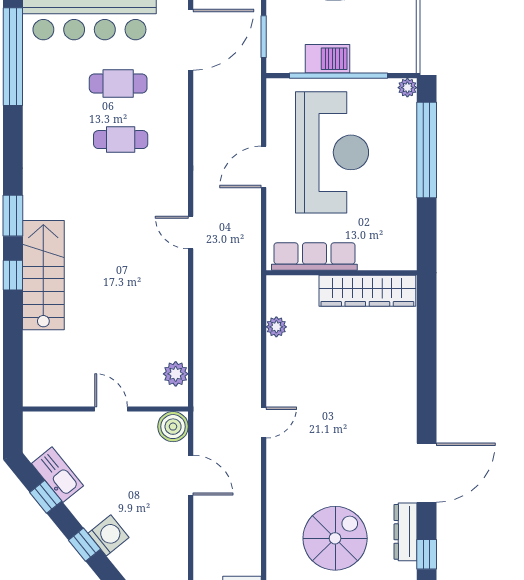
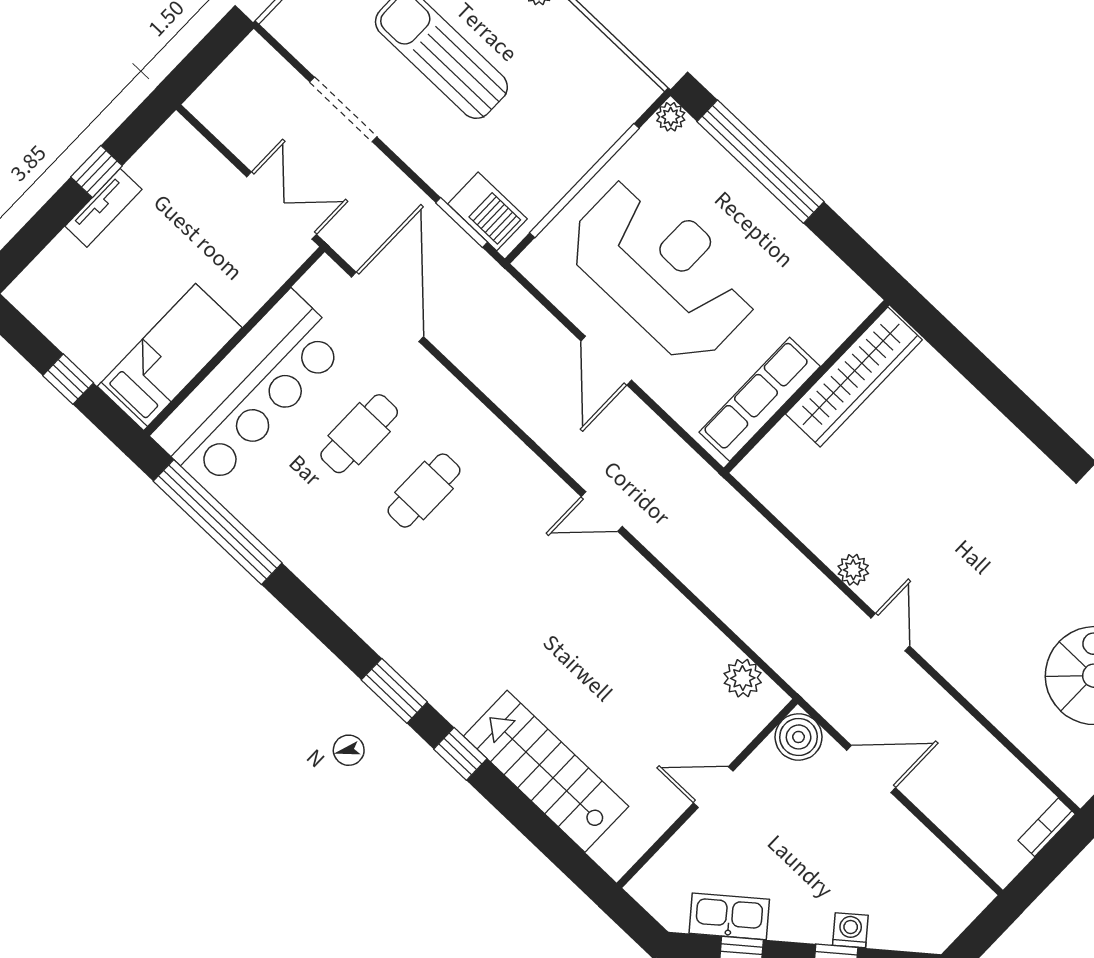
barbecue: (328, 59) -> (487, 211), moved, turned 90
stairs: (43, 275) -> (546, 771), moved
plant: (276, 327) -> (853, 570), moved
washing machine: (109, 535) -> (850, 930), width x0.73, depth x0.73

